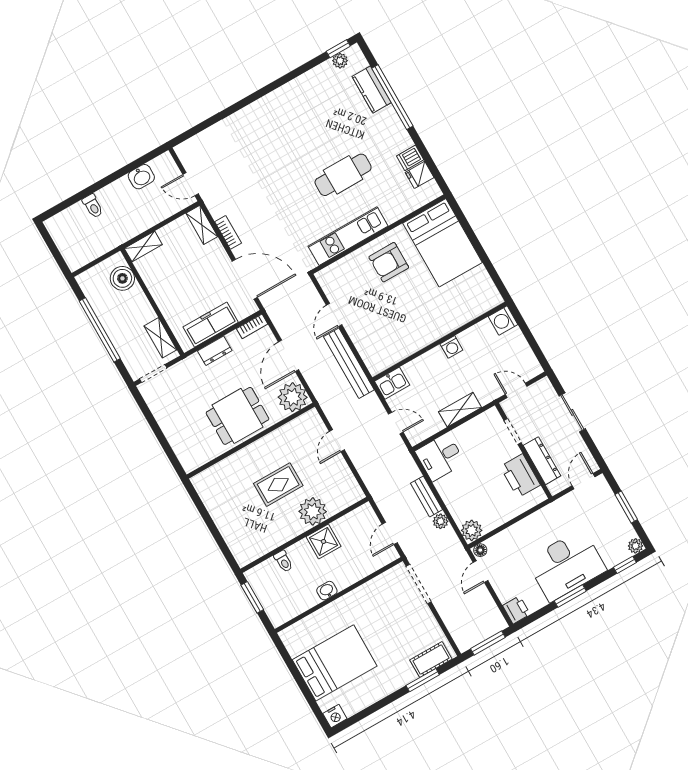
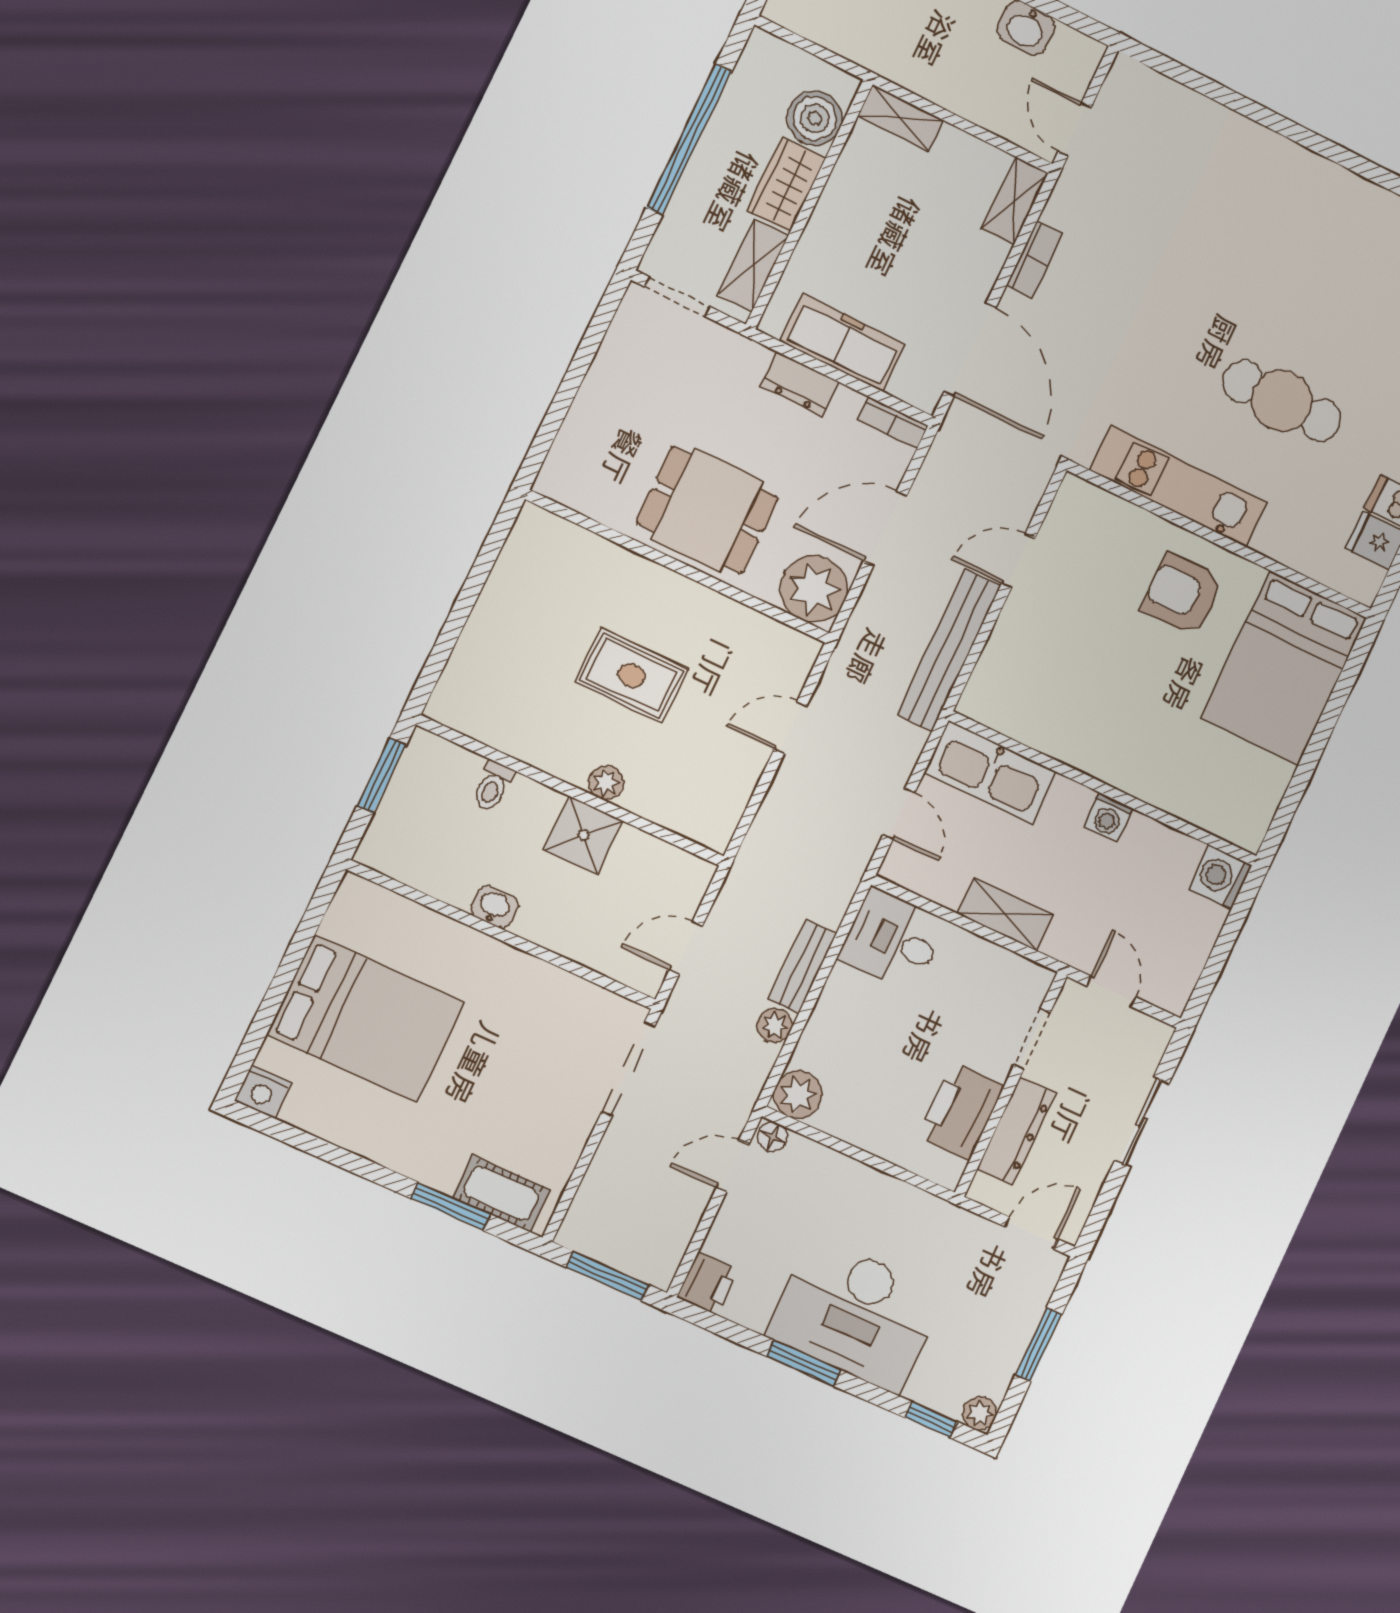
wardrobe: (139, 305) -> (786, 184), added
kitchen sink: (392, 383) -> (990, 772), width x1.88, depth x1.24
plant: (313, 511) -> (606, 783), width x0.53, depth x0.53

